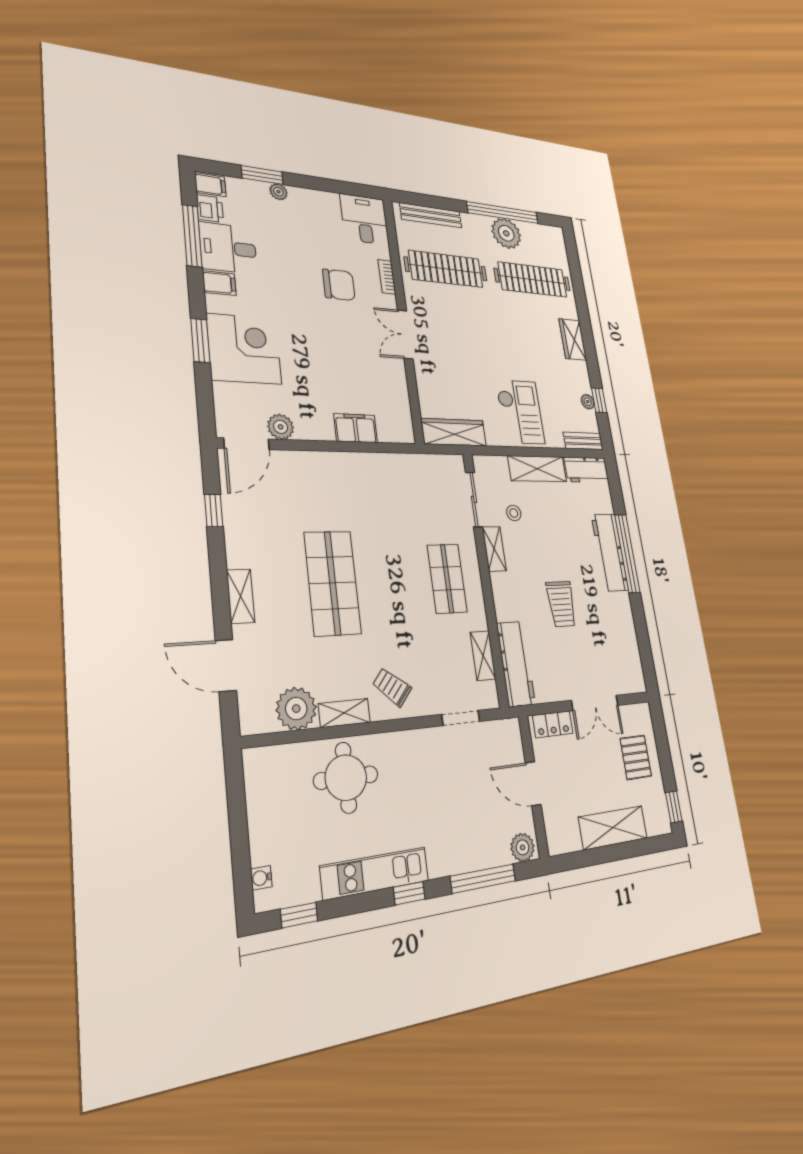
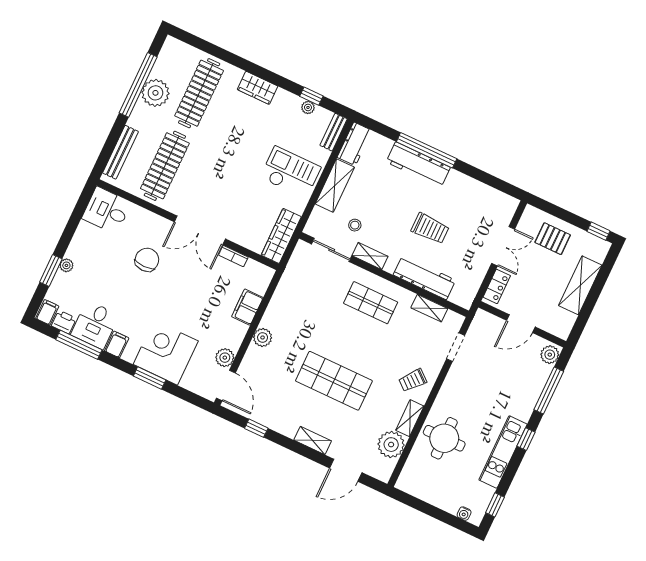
bookcase: (387, 277) -> (233, 256), moved
double door: (405, 334) -> (200, 230), width x1.37
plant: (332, 464) -> (263, 337), added
workbench: (516, 664) -> (424, 278), moved

